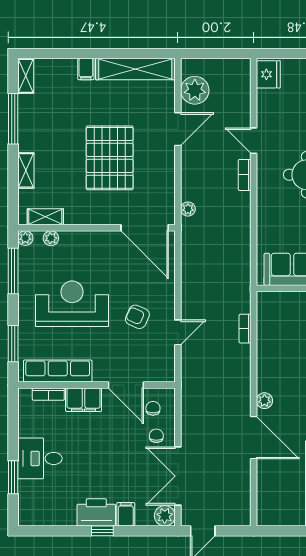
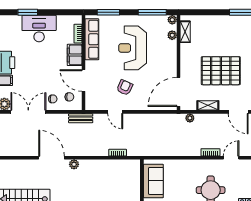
shelving: (26, 170) -> (208, 105), moved
reception desk: (72, 304) -> (133, 48), turned 180
door: (126, 385) -> (83, 81), hinge flipped
bench: (188, 390) -> (81, 118), added
door: (254, 438) -> (52, 158), swing flipped
desk: (40, 458) -> (39, 29), width x1.37

